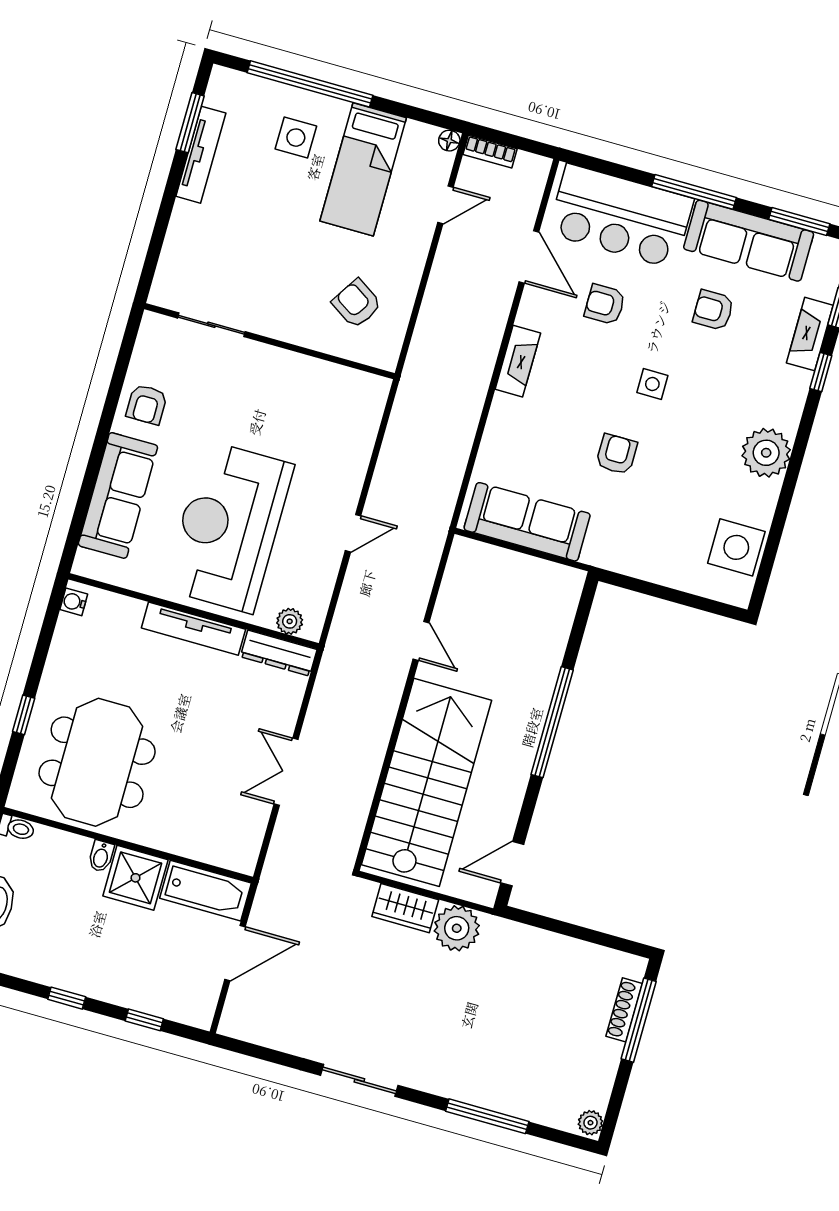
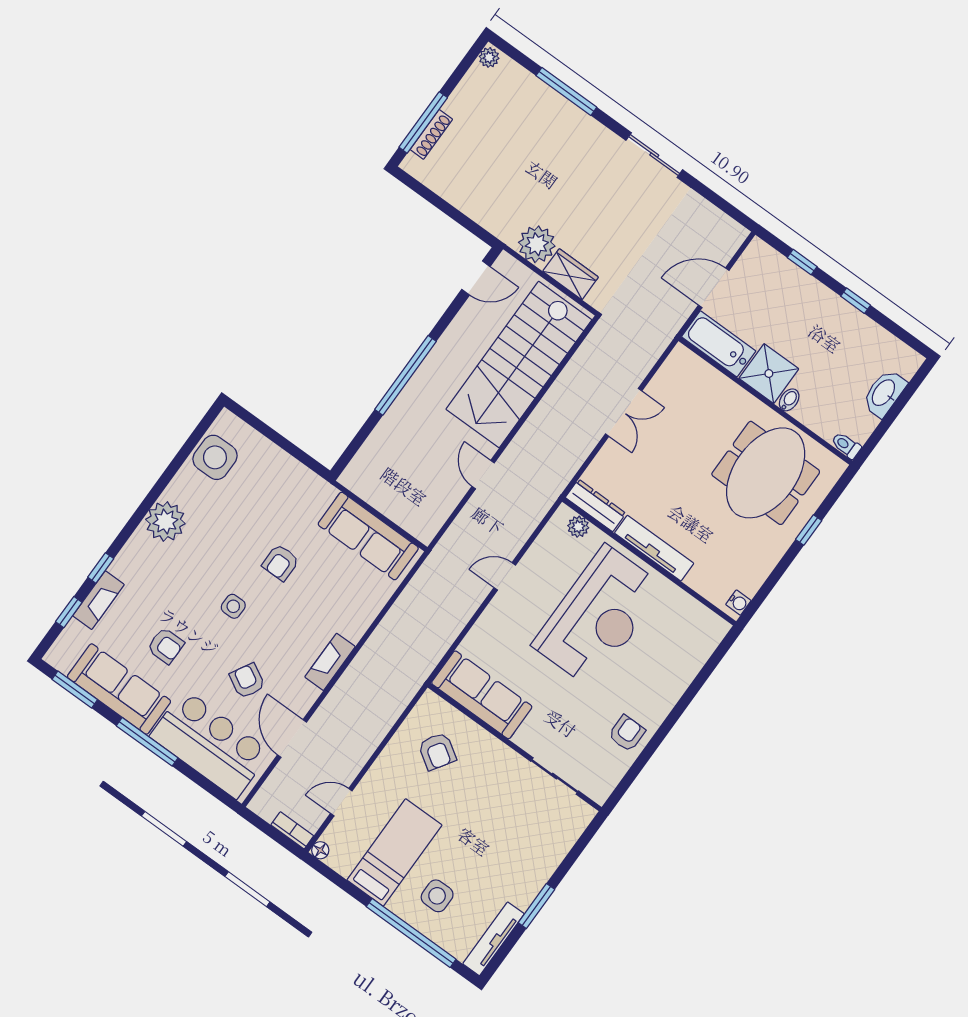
window: (190, 123) -> (536, 906), moved
tv unit: (201, 155) -> (493, 939), moved
armchair: (605, 304) -> (247, 681), turned -151
sofa: (118, 495) -> (482, 695), moved, turned 90

